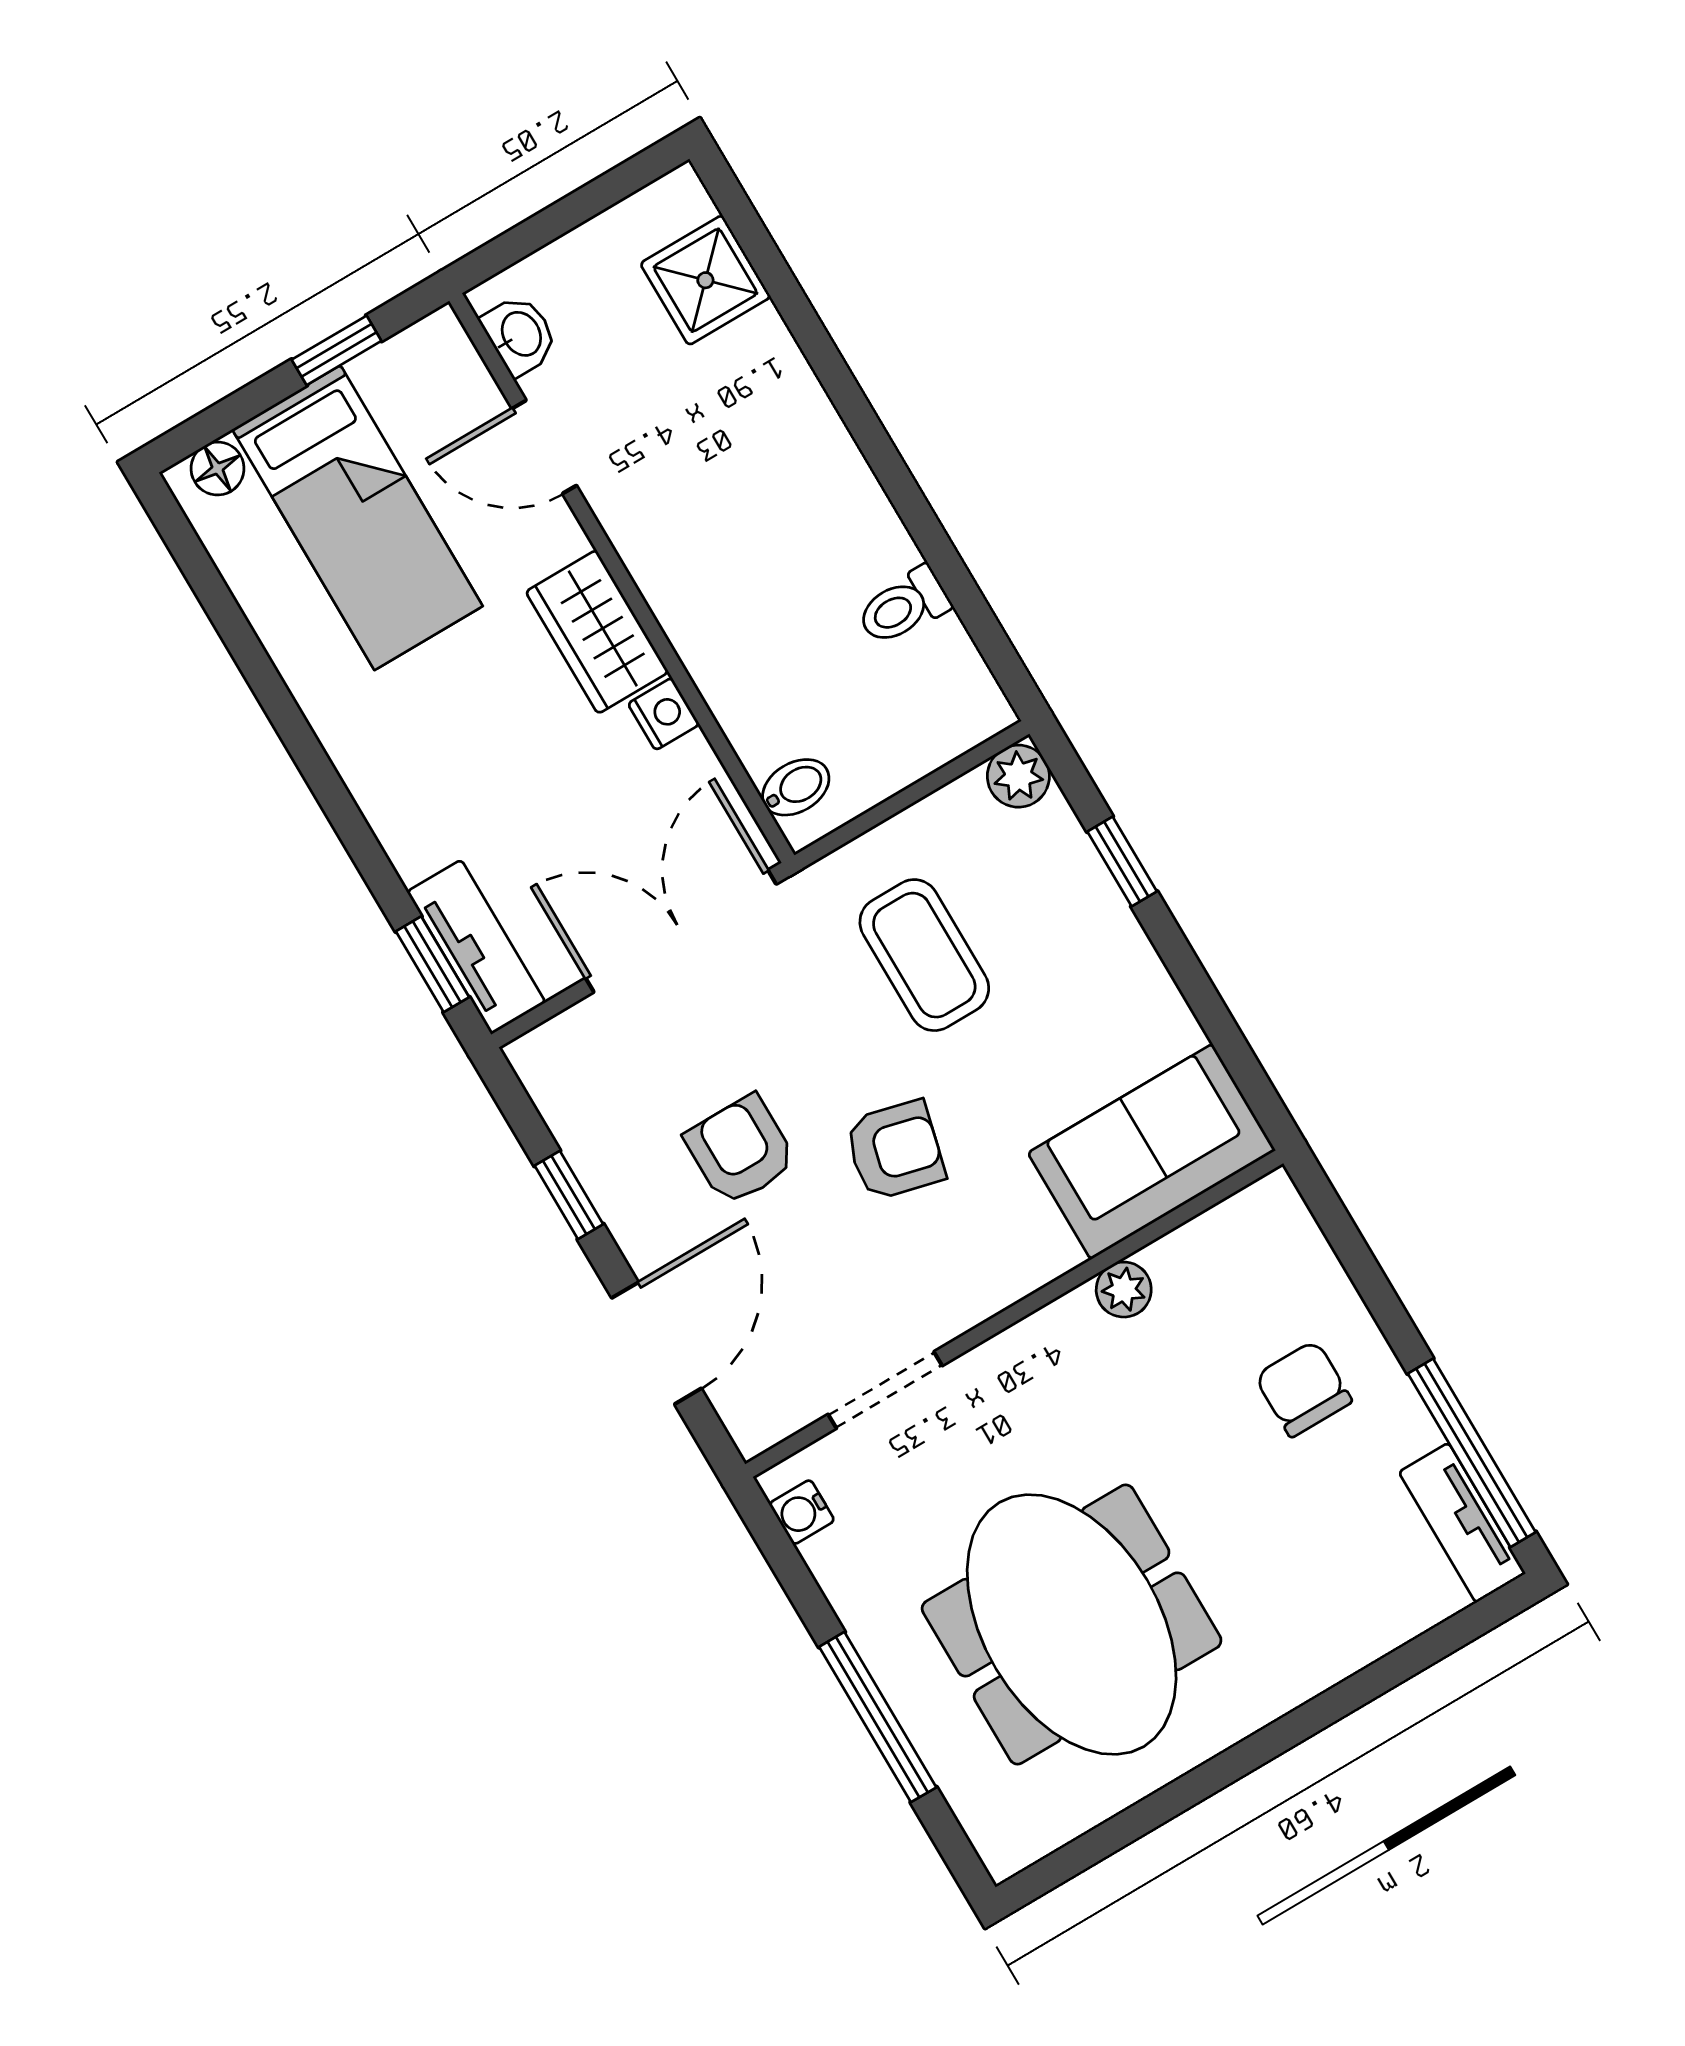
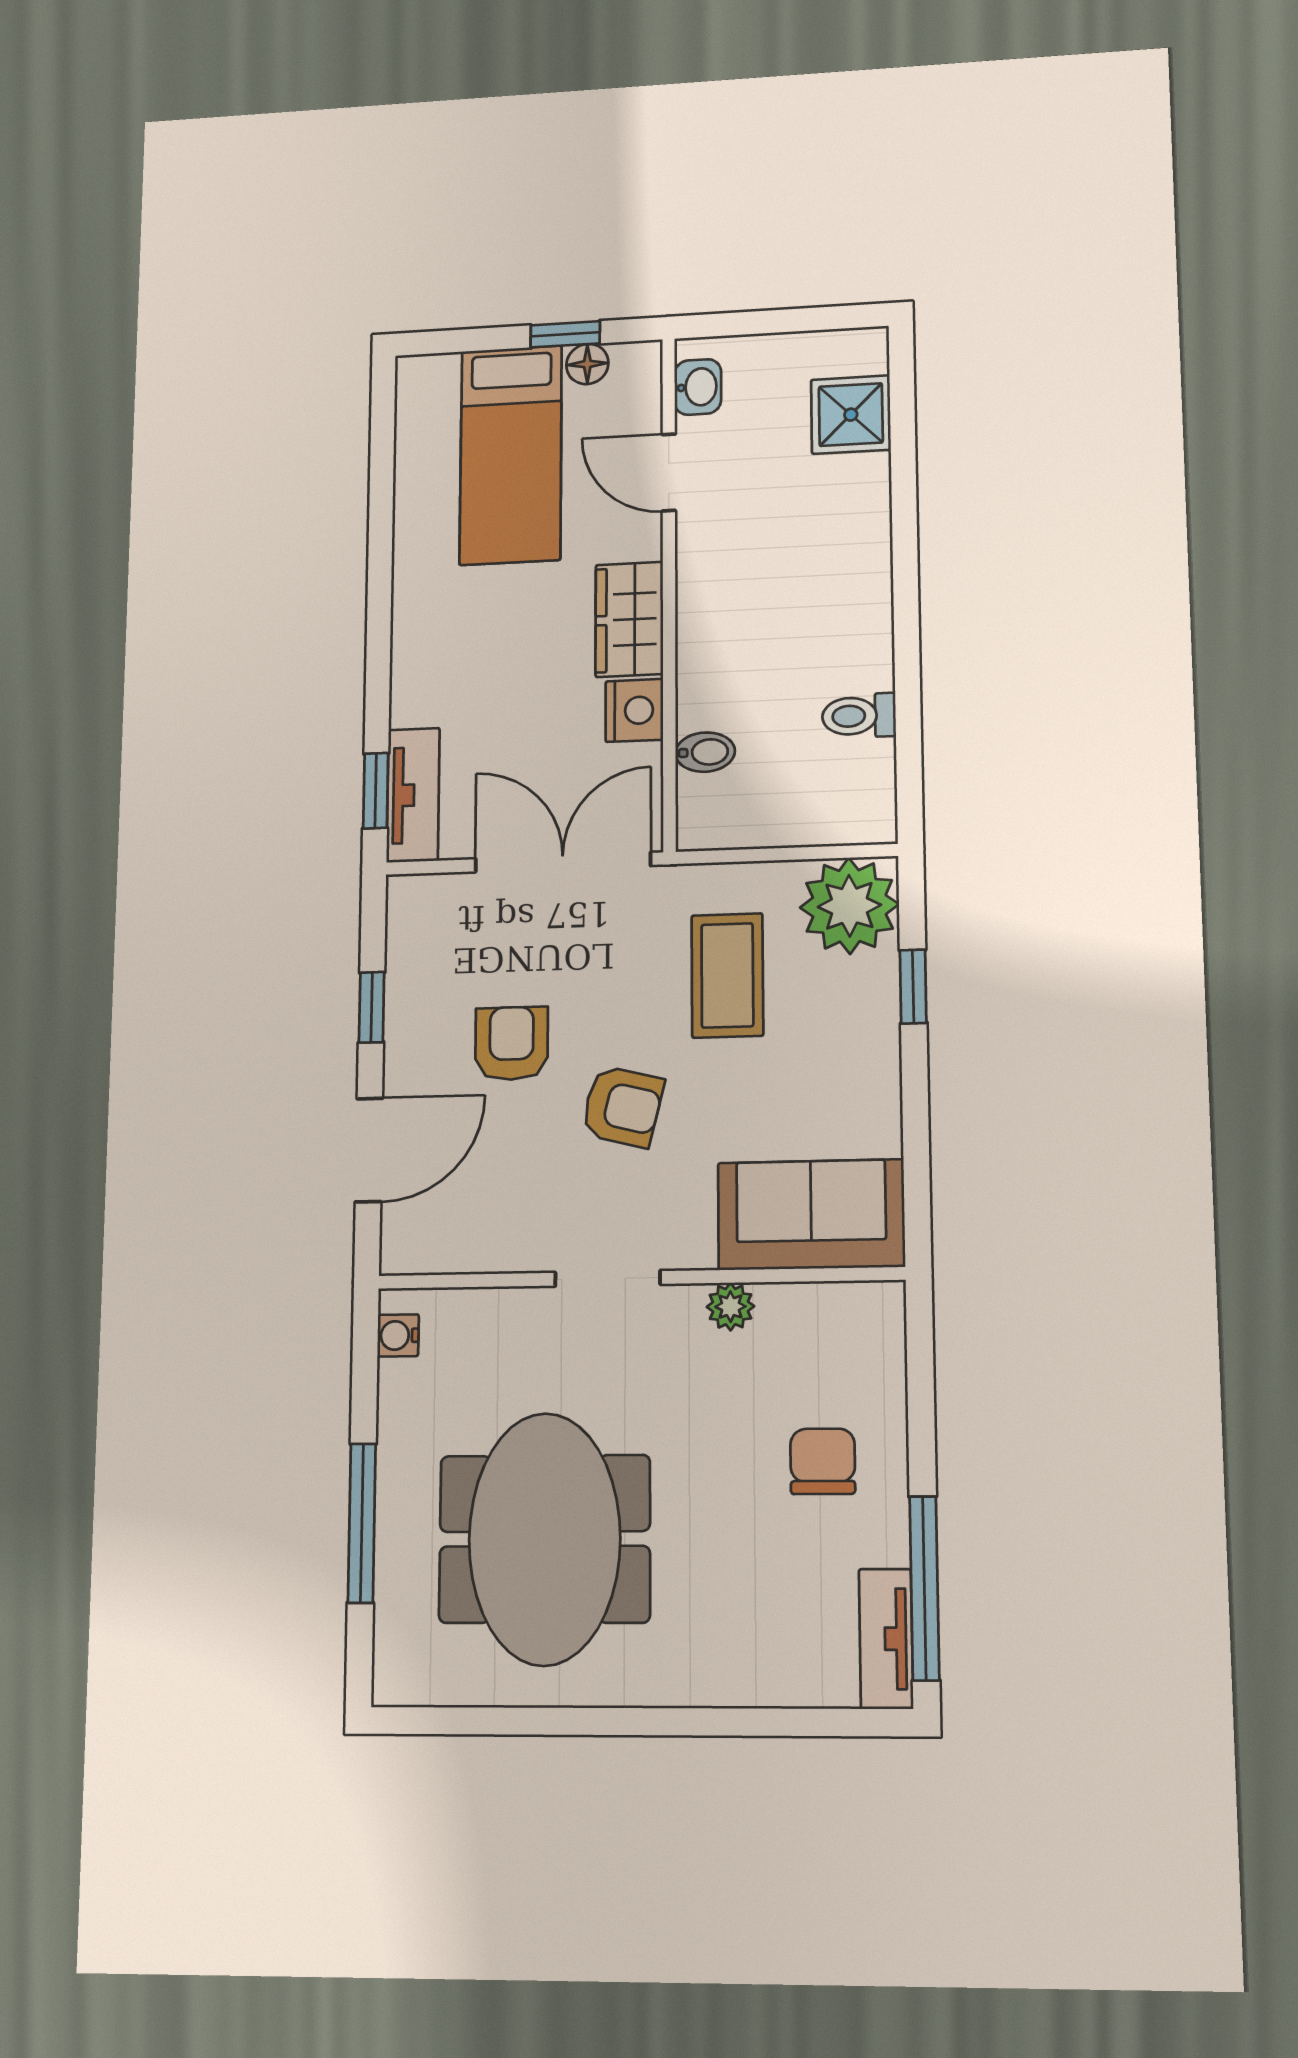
floor lamp: (218, 468) -> (587, 364), moved
nightstand: (664, 714) -> (634, 710), width x1.39, depth x1.35
plant: (1018, 776) -> (849, 906), width x1.87, depth x1.87
bidet: (796, 787) -> (705, 752), moved
doorway: (885, 1390) -> (608, 1278), moved

